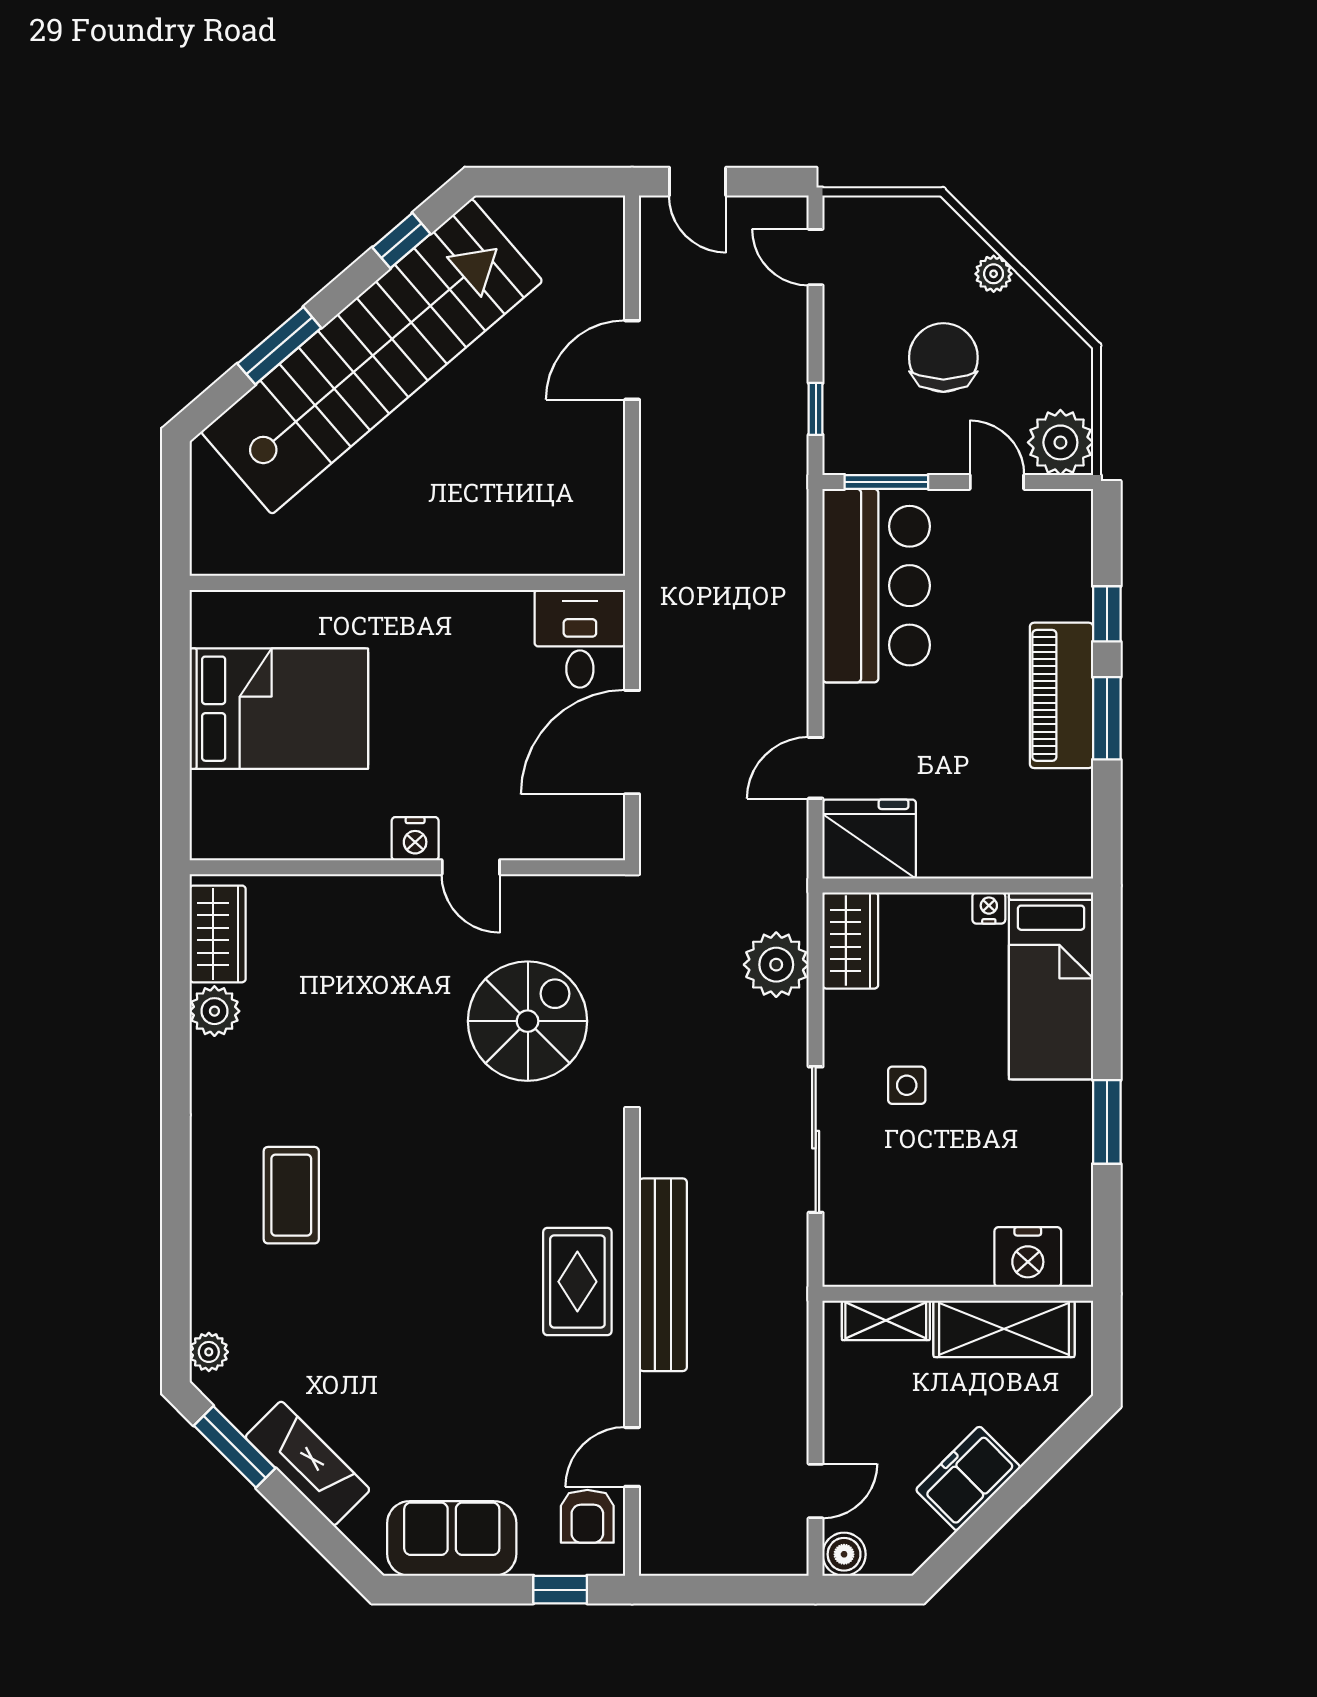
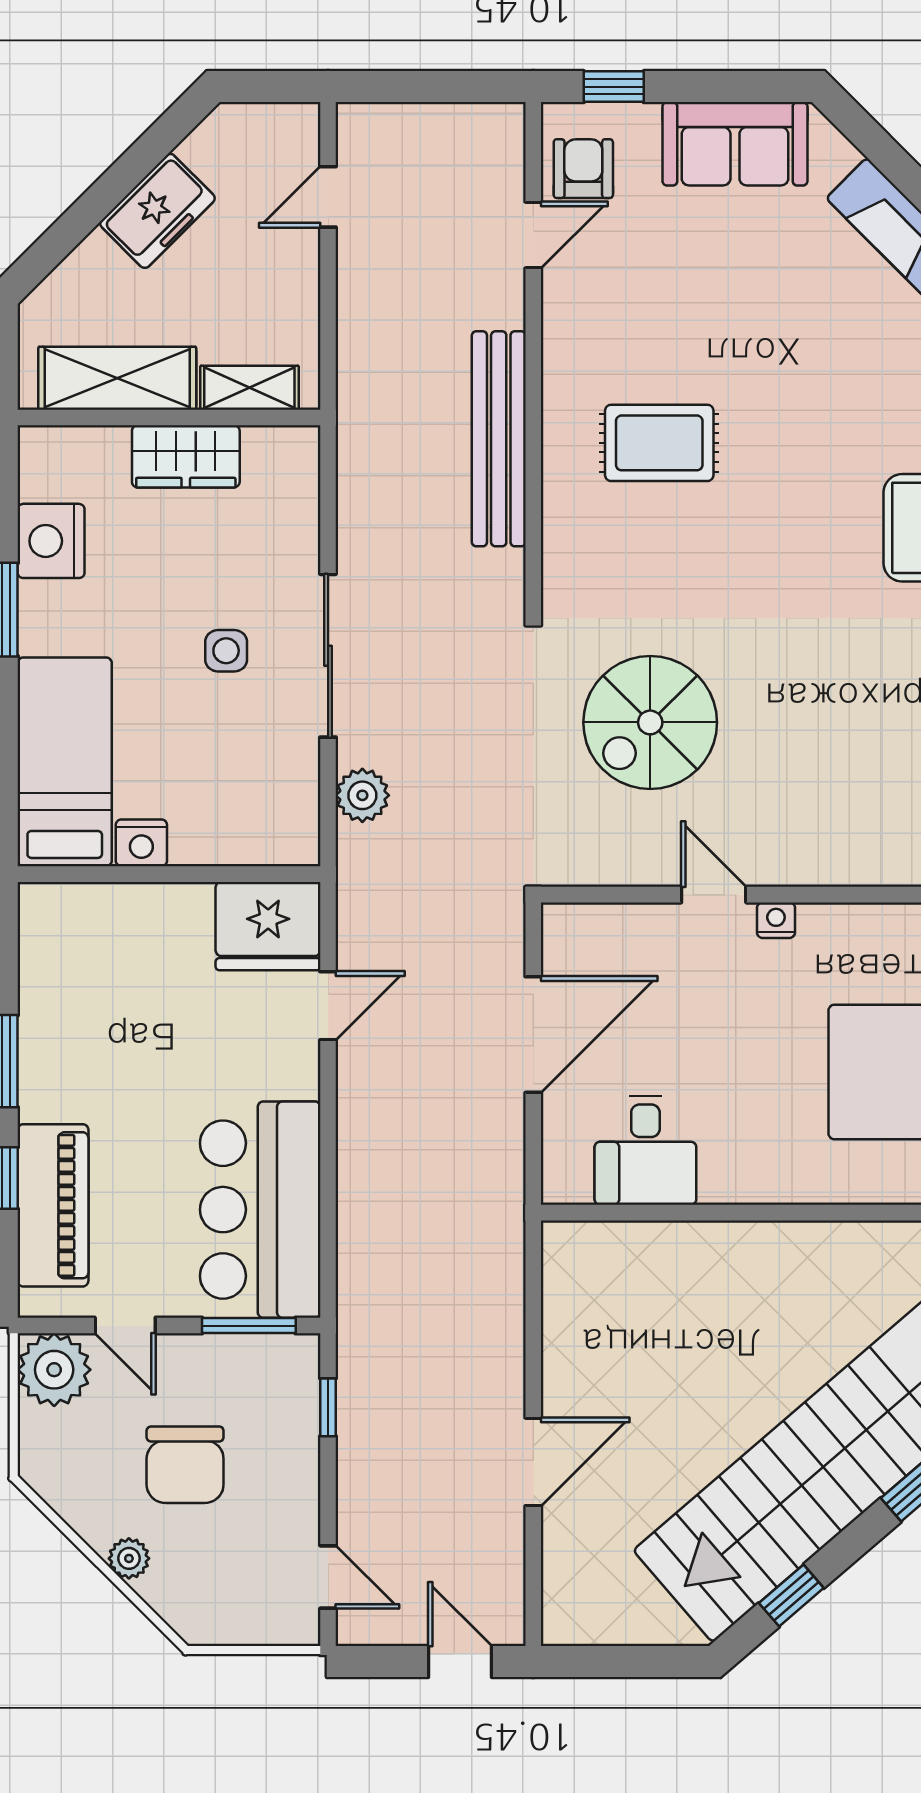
desk: (580, 639) -> (645, 1150), moved
piano: (1061, 695) -> (53, 1205), moved
nightstand: (415, 839) -> (776, 920), width x0.72, depth x0.74
nightstand: (989, 908) -> (141, 843), width x1.39, depth x1.35
wardrobe: (850, 941) -> (186, 456), moved, turned -90
plant: (776, 965) -> (362, 795), width x0.73, depth x0.73
sliding door: (816, 1140) -> (328, 656), moved
nightstand: (1028, 1257) -> (51, 541), moved, turned -90
rug: (577, 1282) -> (659, 443), moved, turned 90
boiler: (844, 1554) -> (296, 126), removed

